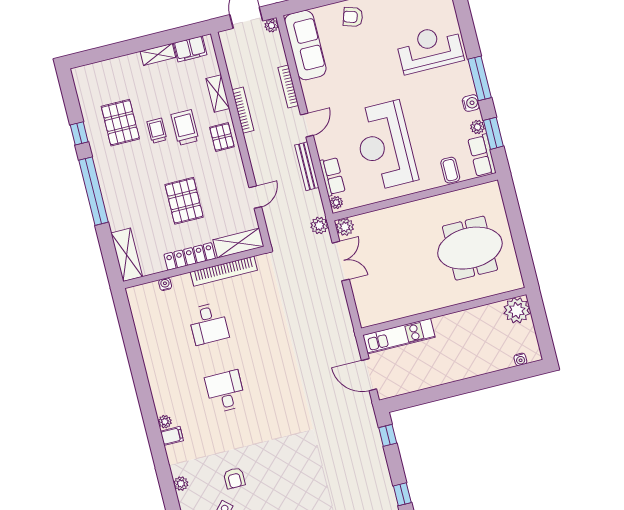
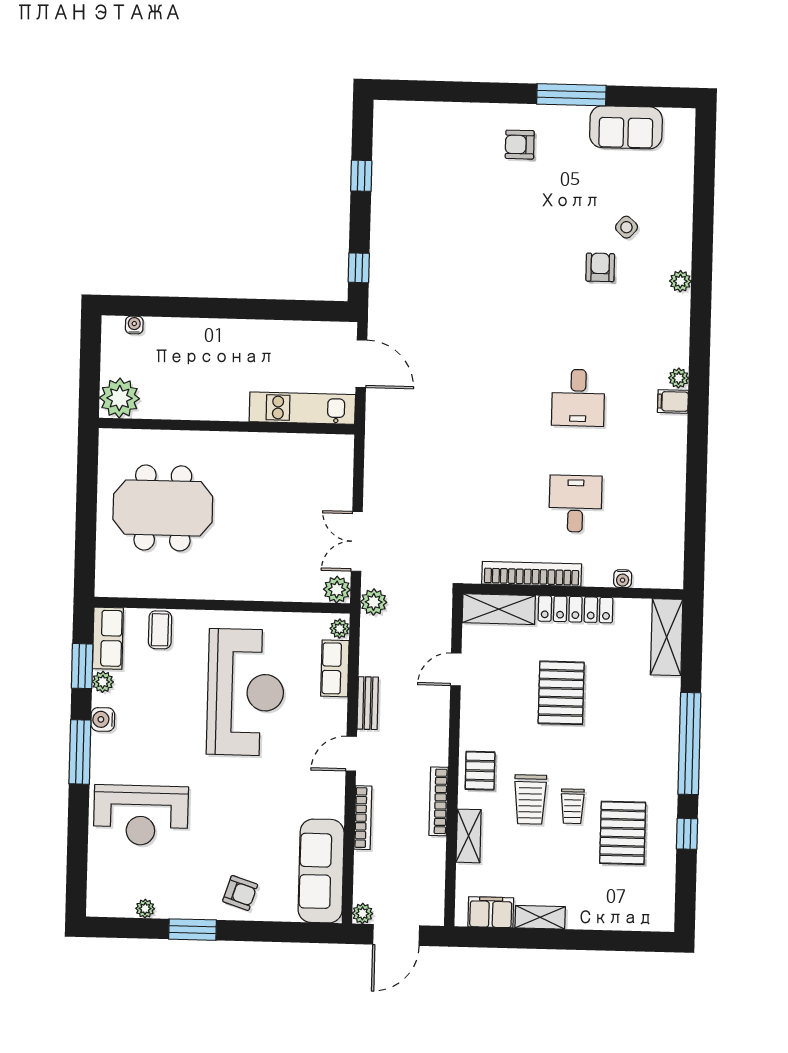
bench: (307, 166) -> (368, 703), width x0.73
filing cabinet: (172, 436) -> (673, 401), moved

